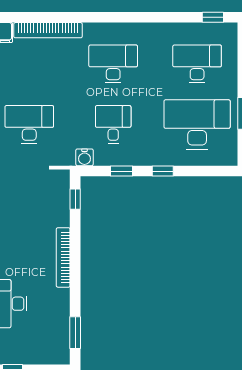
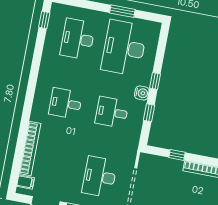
desk: (113, 64) -> (65, 103), width x0.73
water cooler: (84, 157) -> (142, 93), moved
window: (75, 199) -> (177, 155), moved

